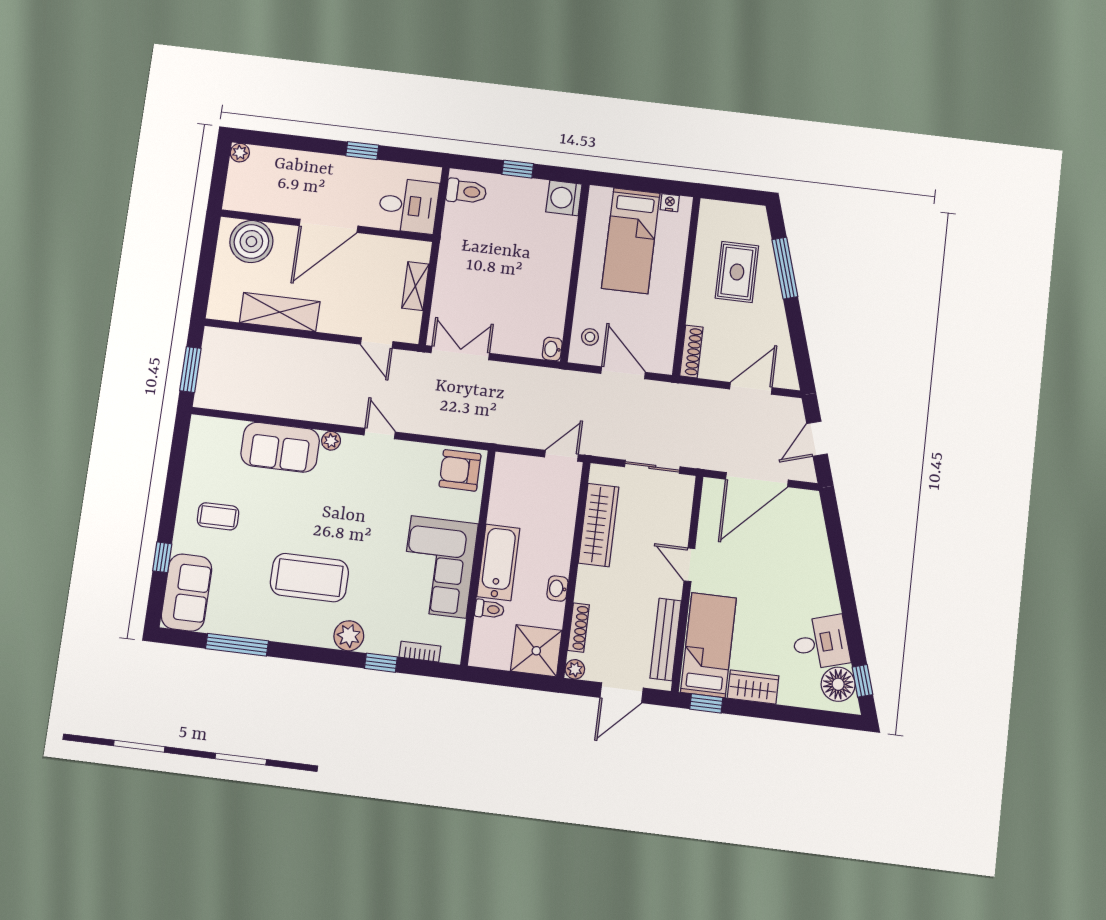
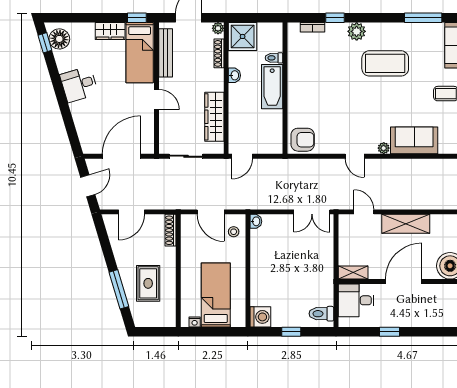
shelving: (415, 286) -> (353, 273), moved, turned 90
shelving: (280, 312) -> (406, 224), moved
corner sofa: (439, 567) -> (308, 80), removed
desk: (821, 643) -> (79, 84), moved

